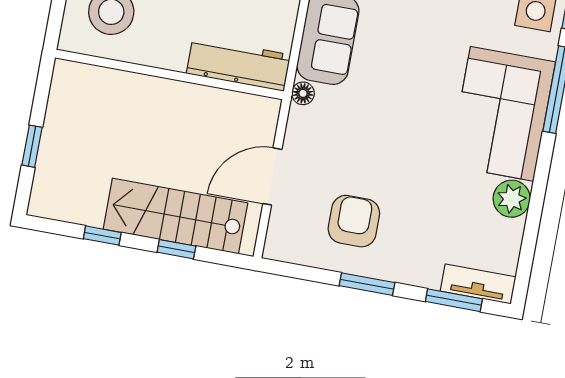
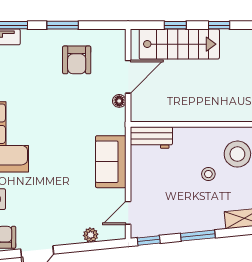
workbench: (238, 64) -> (151, 138), width x0.73
floor lamp: (303, 93) -> (119, 101), moved

